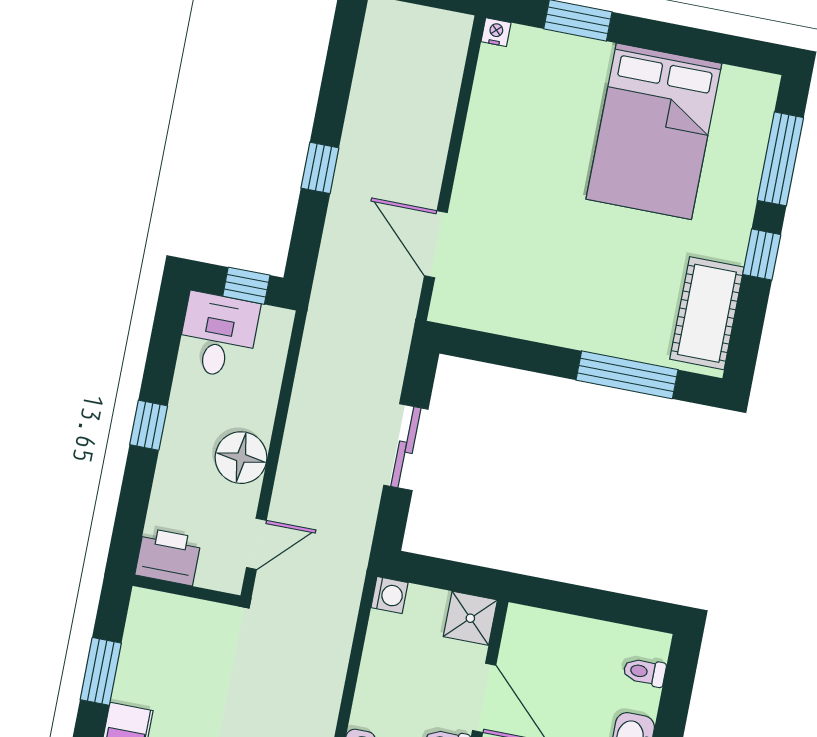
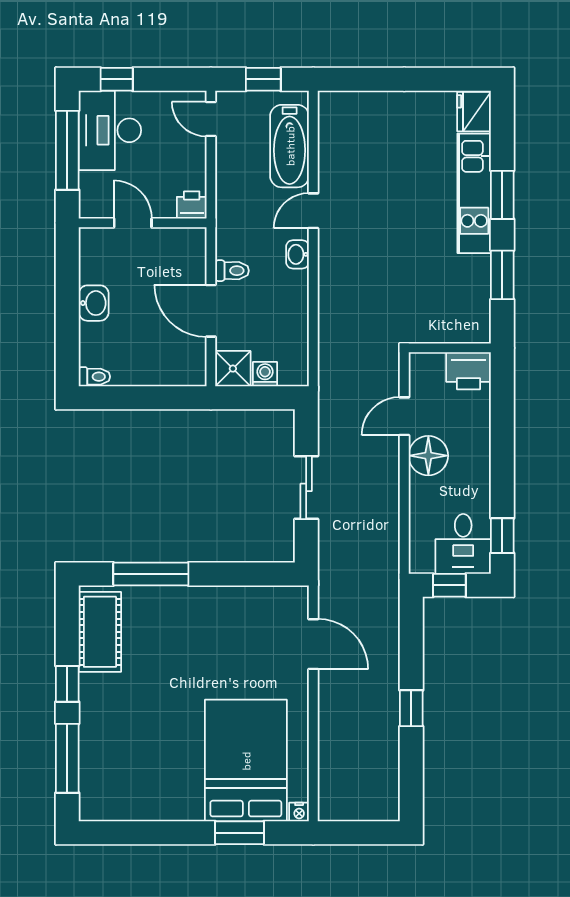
bed: (654, 131) -> (246, 761), moved
window: (320, 168) -> (411, 708), moved
window: (149, 425) -> (502, 536), moved
door: (256, 544) -> (404, 416), moved
washing machine: (390, 595) -> (265, 374), moved, turned 90
toilet: (645, 672) -> (94, 377), moved

